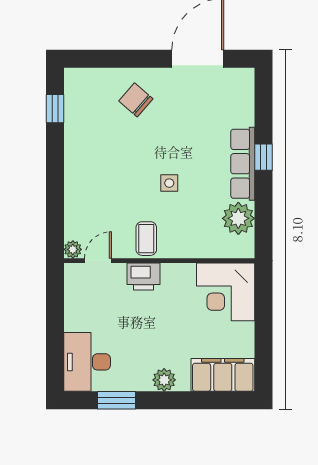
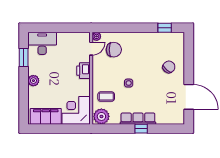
chair: (100, 214) -> (114, 50), added
plant: (238, 218) -> (101, 116), moved
coffee table: (146, 239) -> (106, 97), moved
door: (98, 261) -> (91, 49), hinge flipped
filing cabinet: (223, 375) -> (46, 116), moved, turned -90

